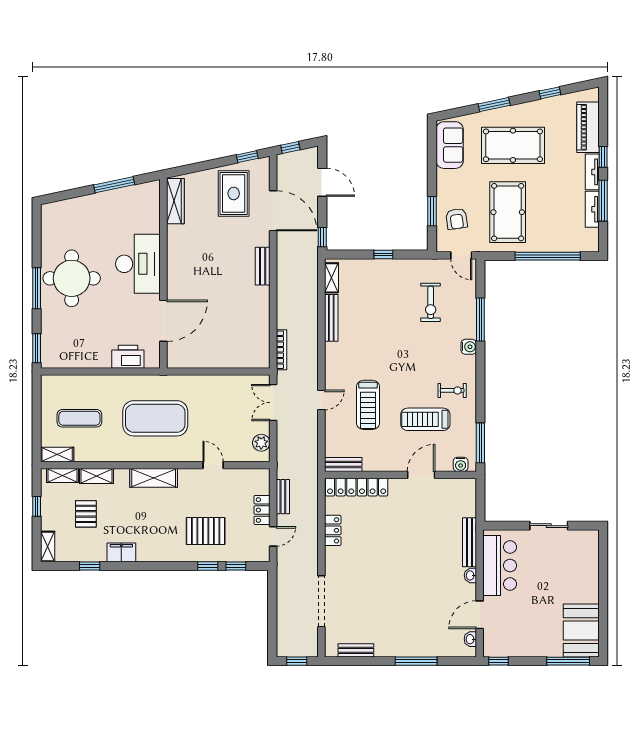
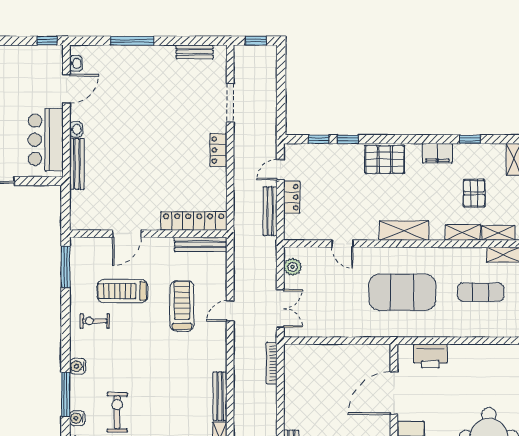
treadmill: (425, 419) -> (123, 291), turned 180
bench: (343, 464) -> (201, 244), width x1.36
water cooler: (461, 464) -> (77, 418), moved, turned -90
bench: (283, 497) -> (270, 211), width x1.36
locker: (333, 530) -> (218, 150), moved
pallet: (206, 531) -> (385, 159), moved
doorway: (321, 601) -> (230, 103), width x0.73

